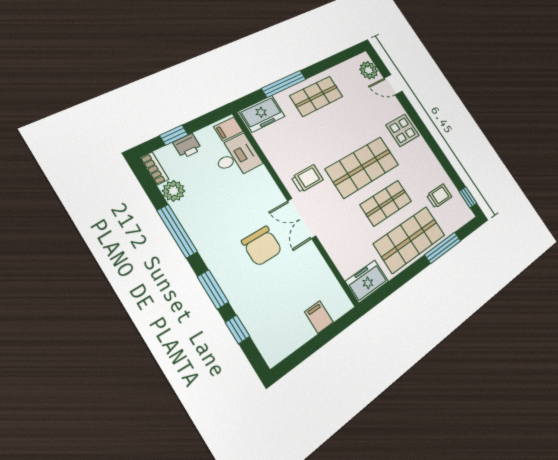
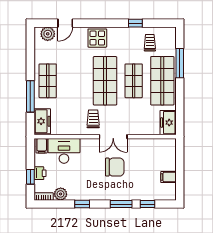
desk: (237, 157) -> (64, 151), width x1.37
window: (468, 197) -> (135, 23), moved
window: (177, 231) -> (82, 204), width x0.46
filing cabinet: (319, 317) -> (168, 177), moved

